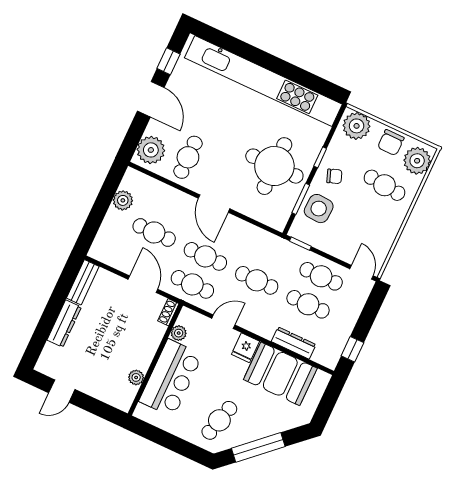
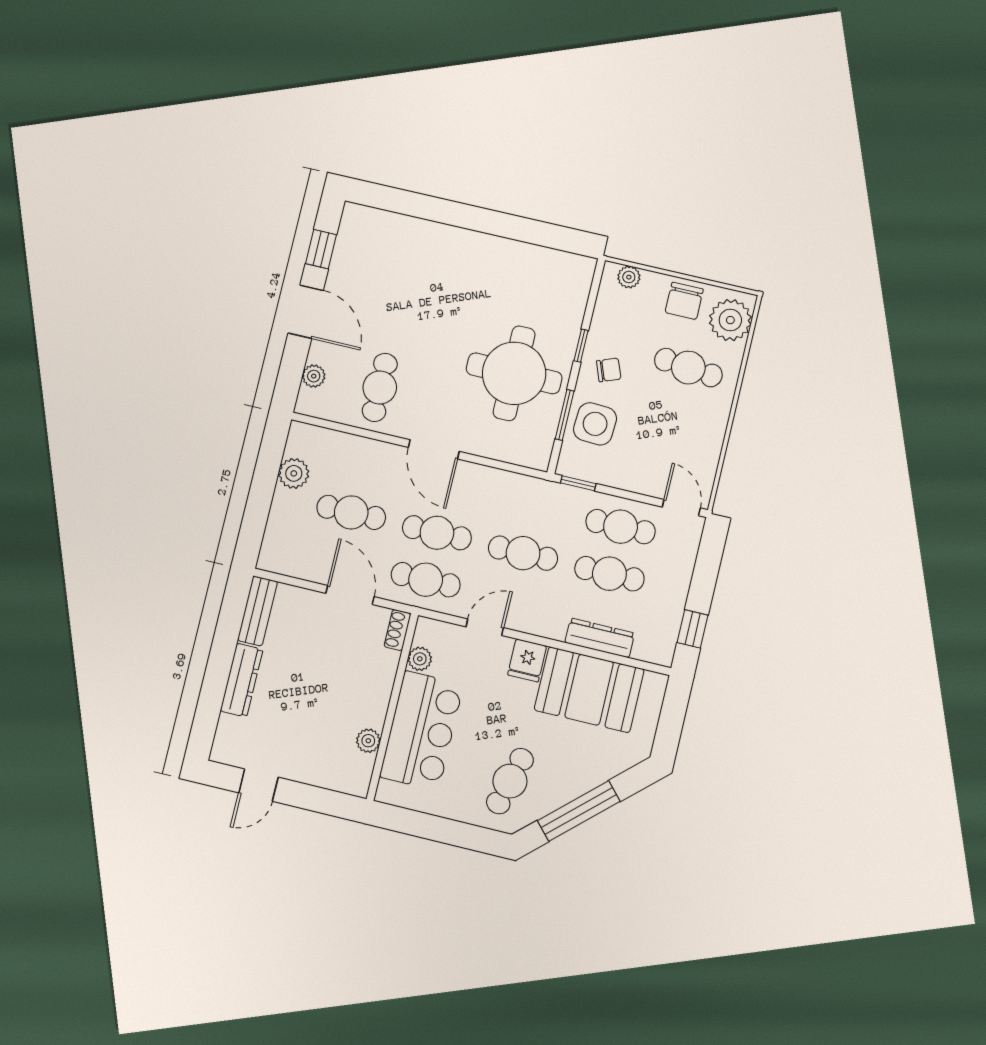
kitchen unit: (263, 81) -> (471, 249), removed
plant: (357, 126) -> (629, 277), width x0.53, depth x0.53
plant: (151, 150) -> (314, 376), width x0.53, depth x0.53

